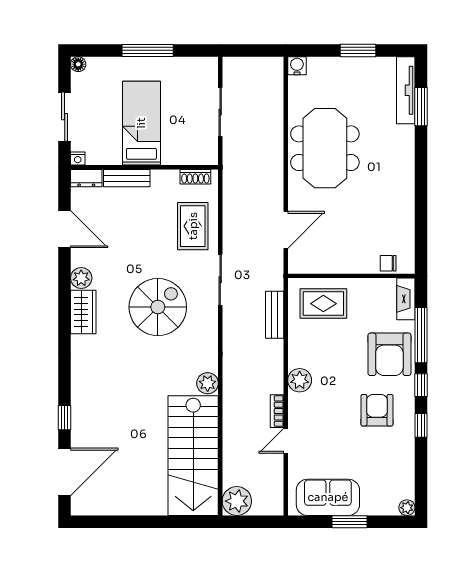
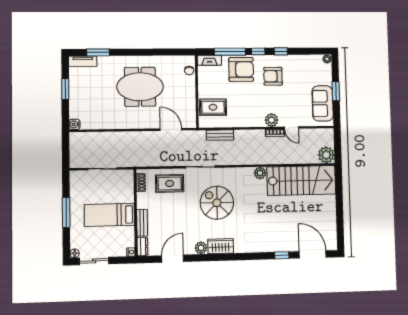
tv unit: (406, 90) -> (83, 61), width x0.71
sliding door: (65, 117) -> (94, 261), moved
meeting table: (325, 148) -> (140, 87), moved
rug: (323, 304) -> (213, 107), turned 90
plant: (300, 380) -> (272, 120), moved

